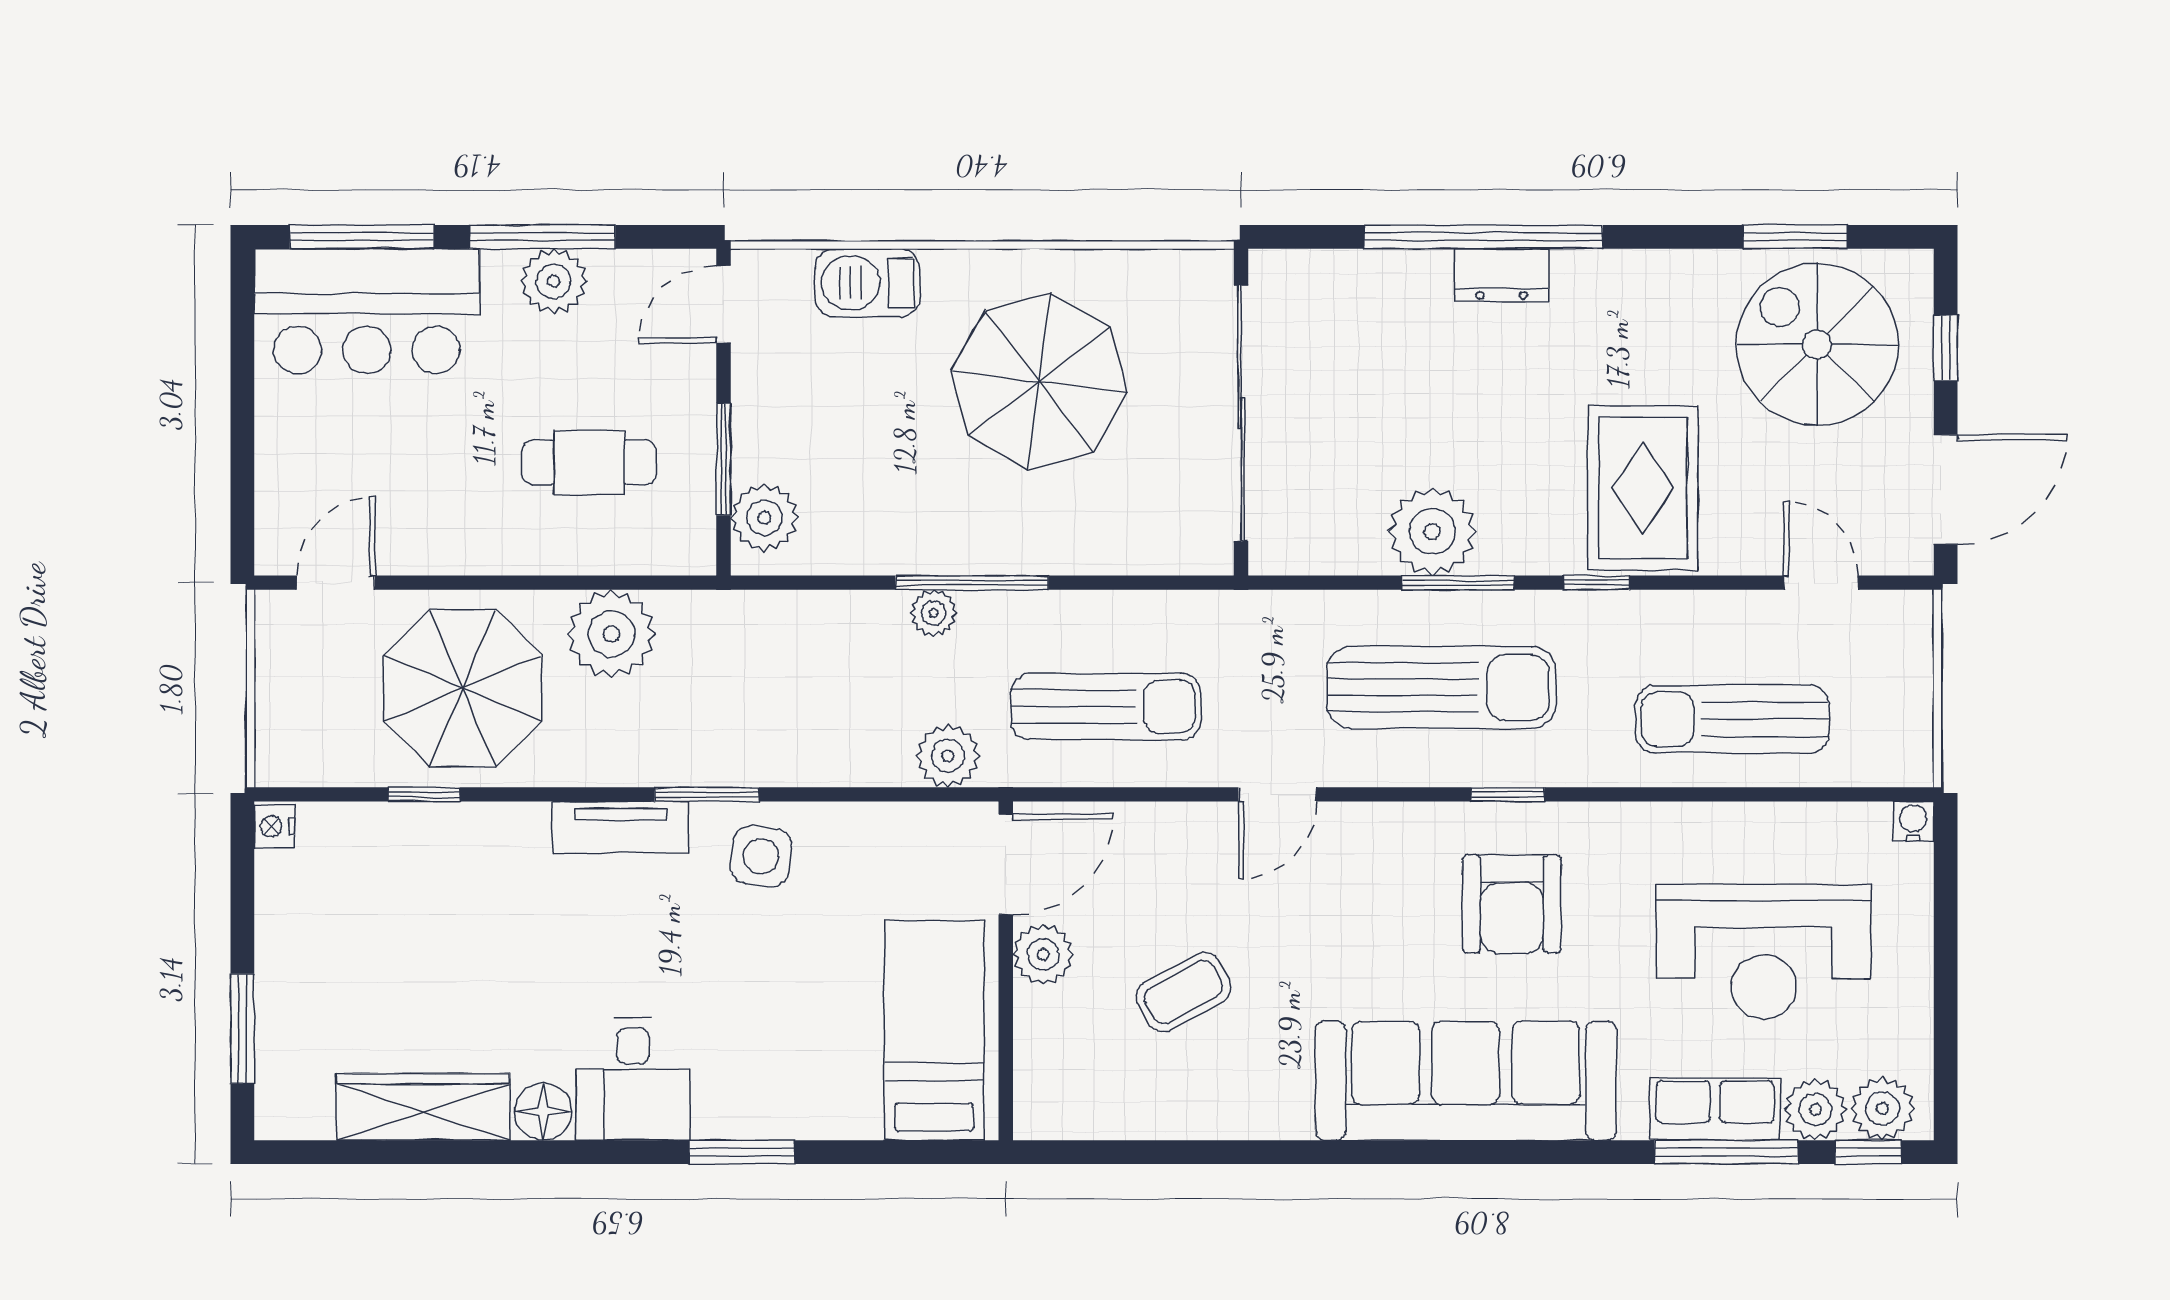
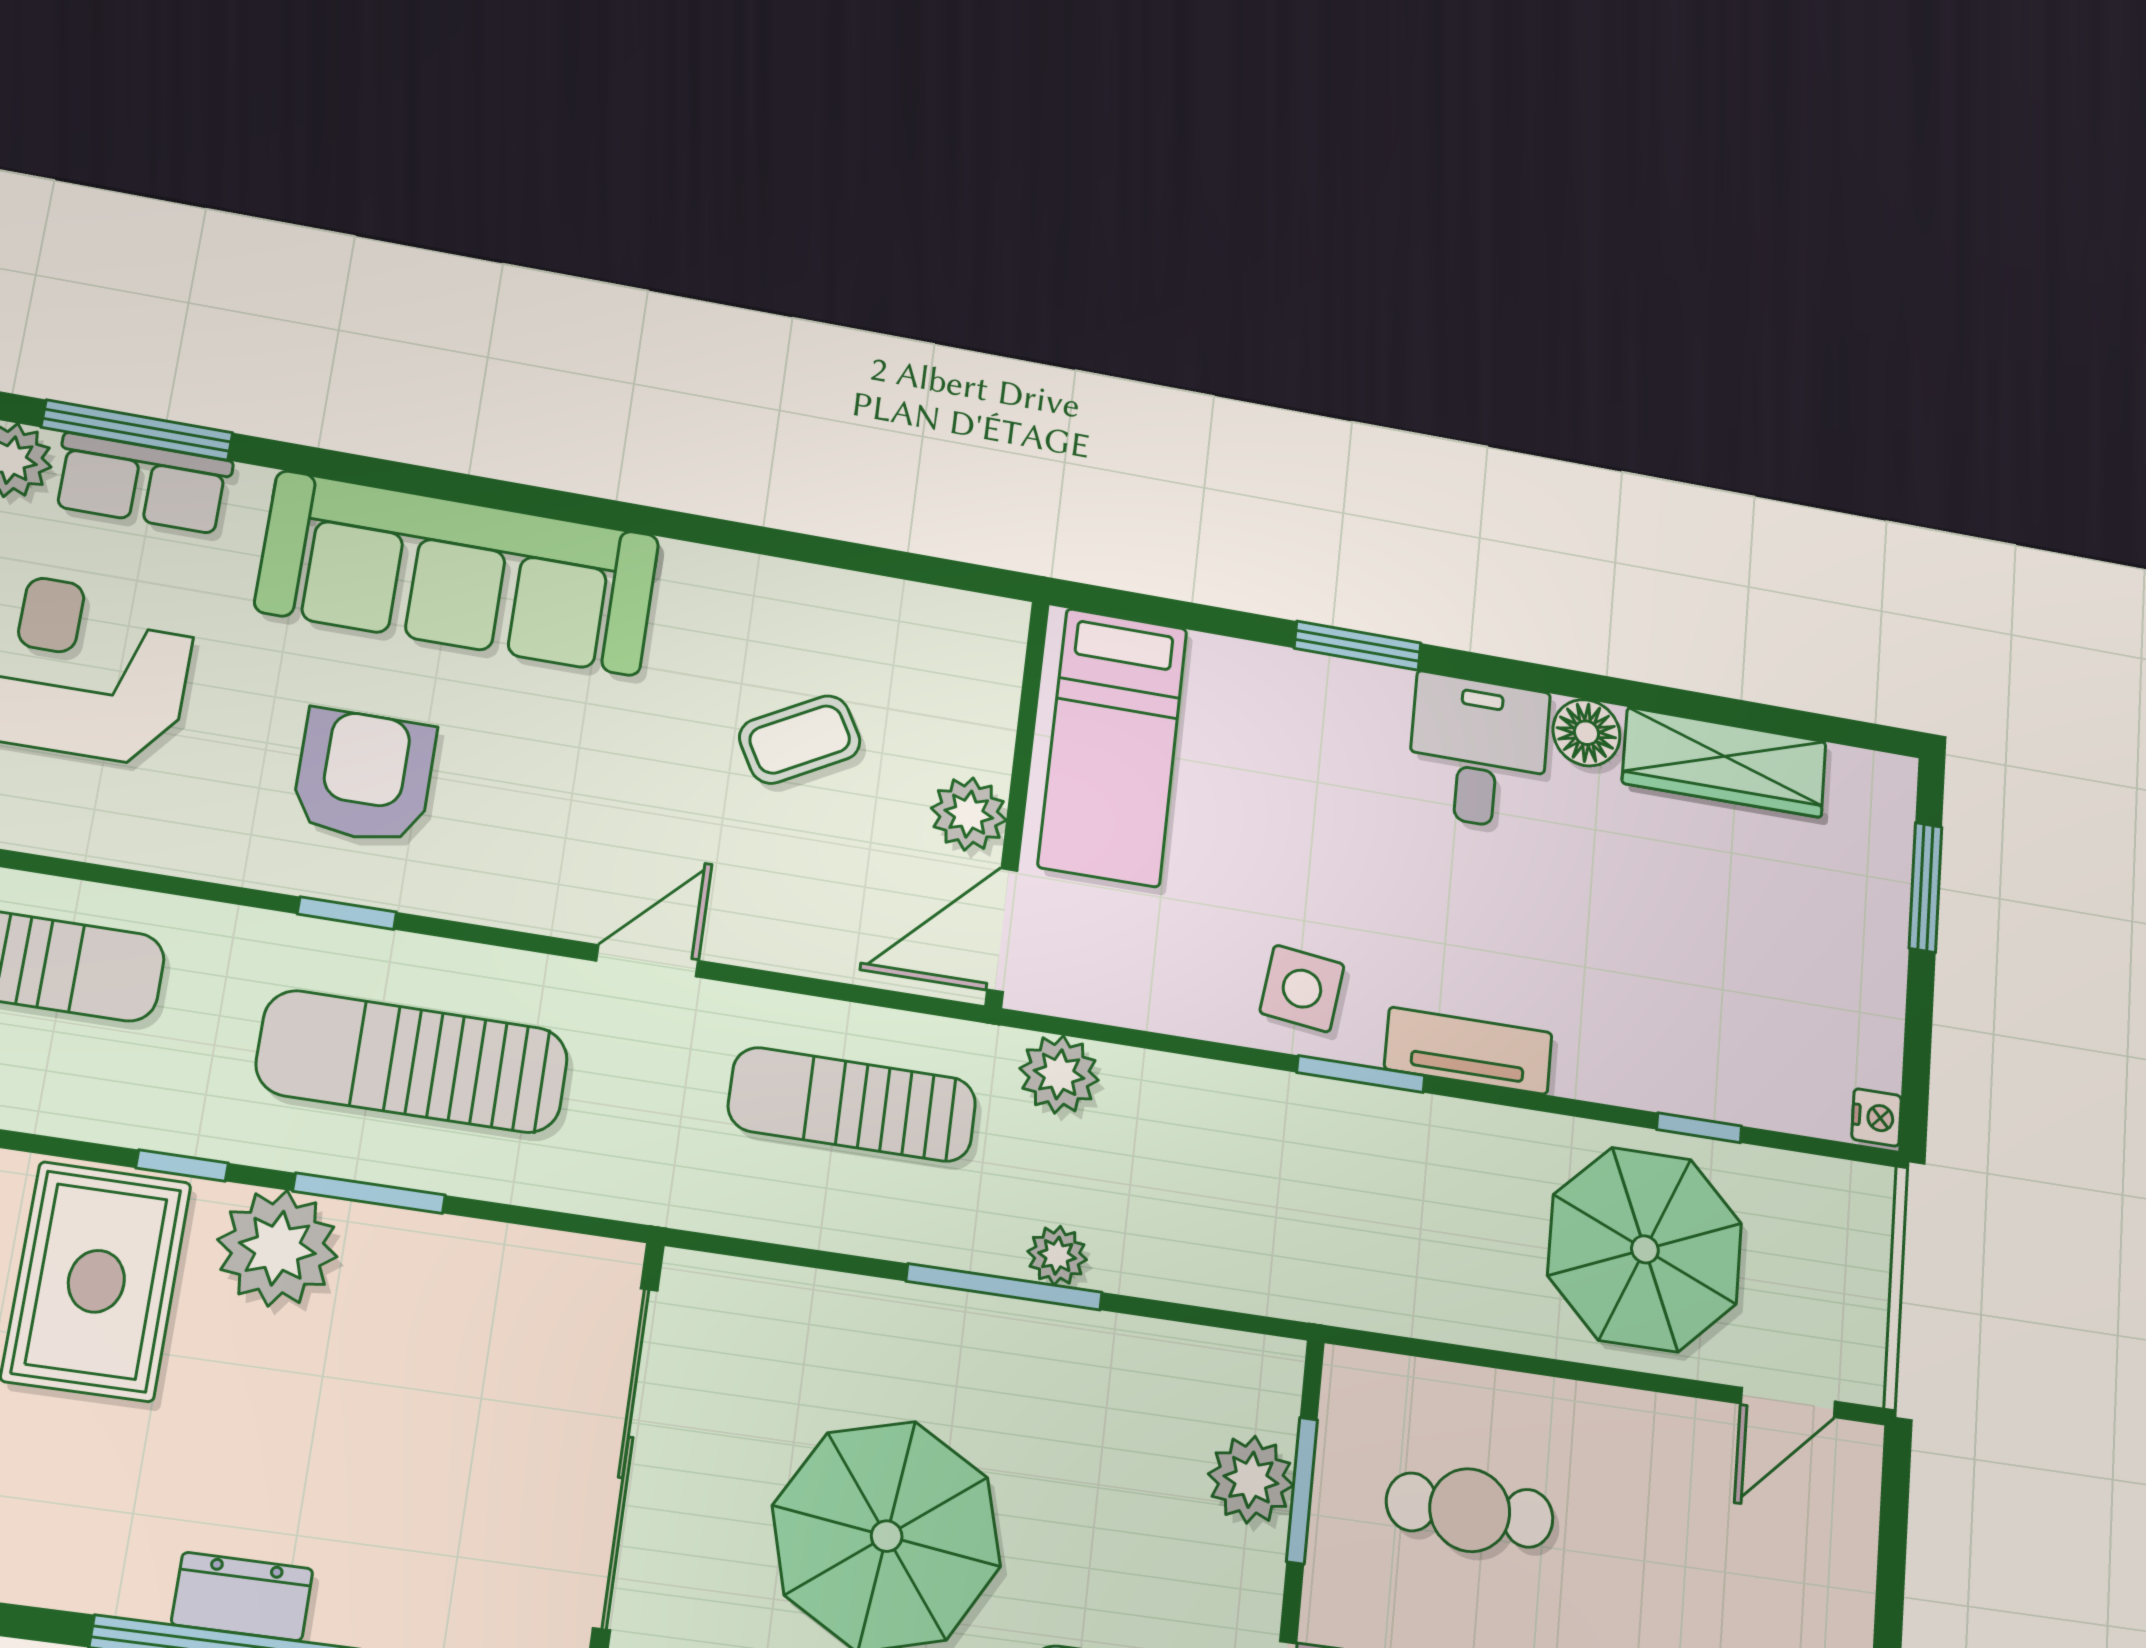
plant: (764, 518) -> (1251, 1480), moved
plant: (1432, 532) -> (277, 1248), moved
plant: (611, 634) -> (1460, 1289), removed

